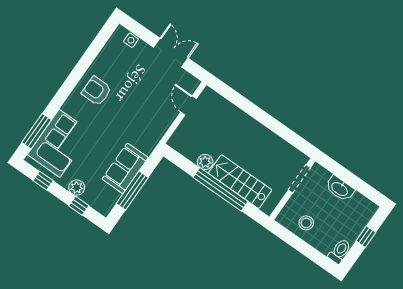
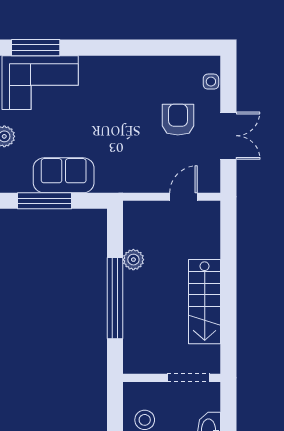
armchair: (97, 91) -> (178, 120), moved
stairs: (240, 182) -> (205, 302), moved, turned 180

